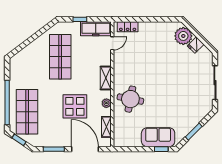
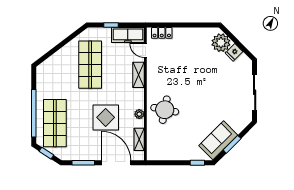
door: (112, 43) -> (145, 50), swing flipped
shelving: (106, 78) -> (138, 75), moved
sofa: (158, 137) -> (218, 140), moved, turned -45

